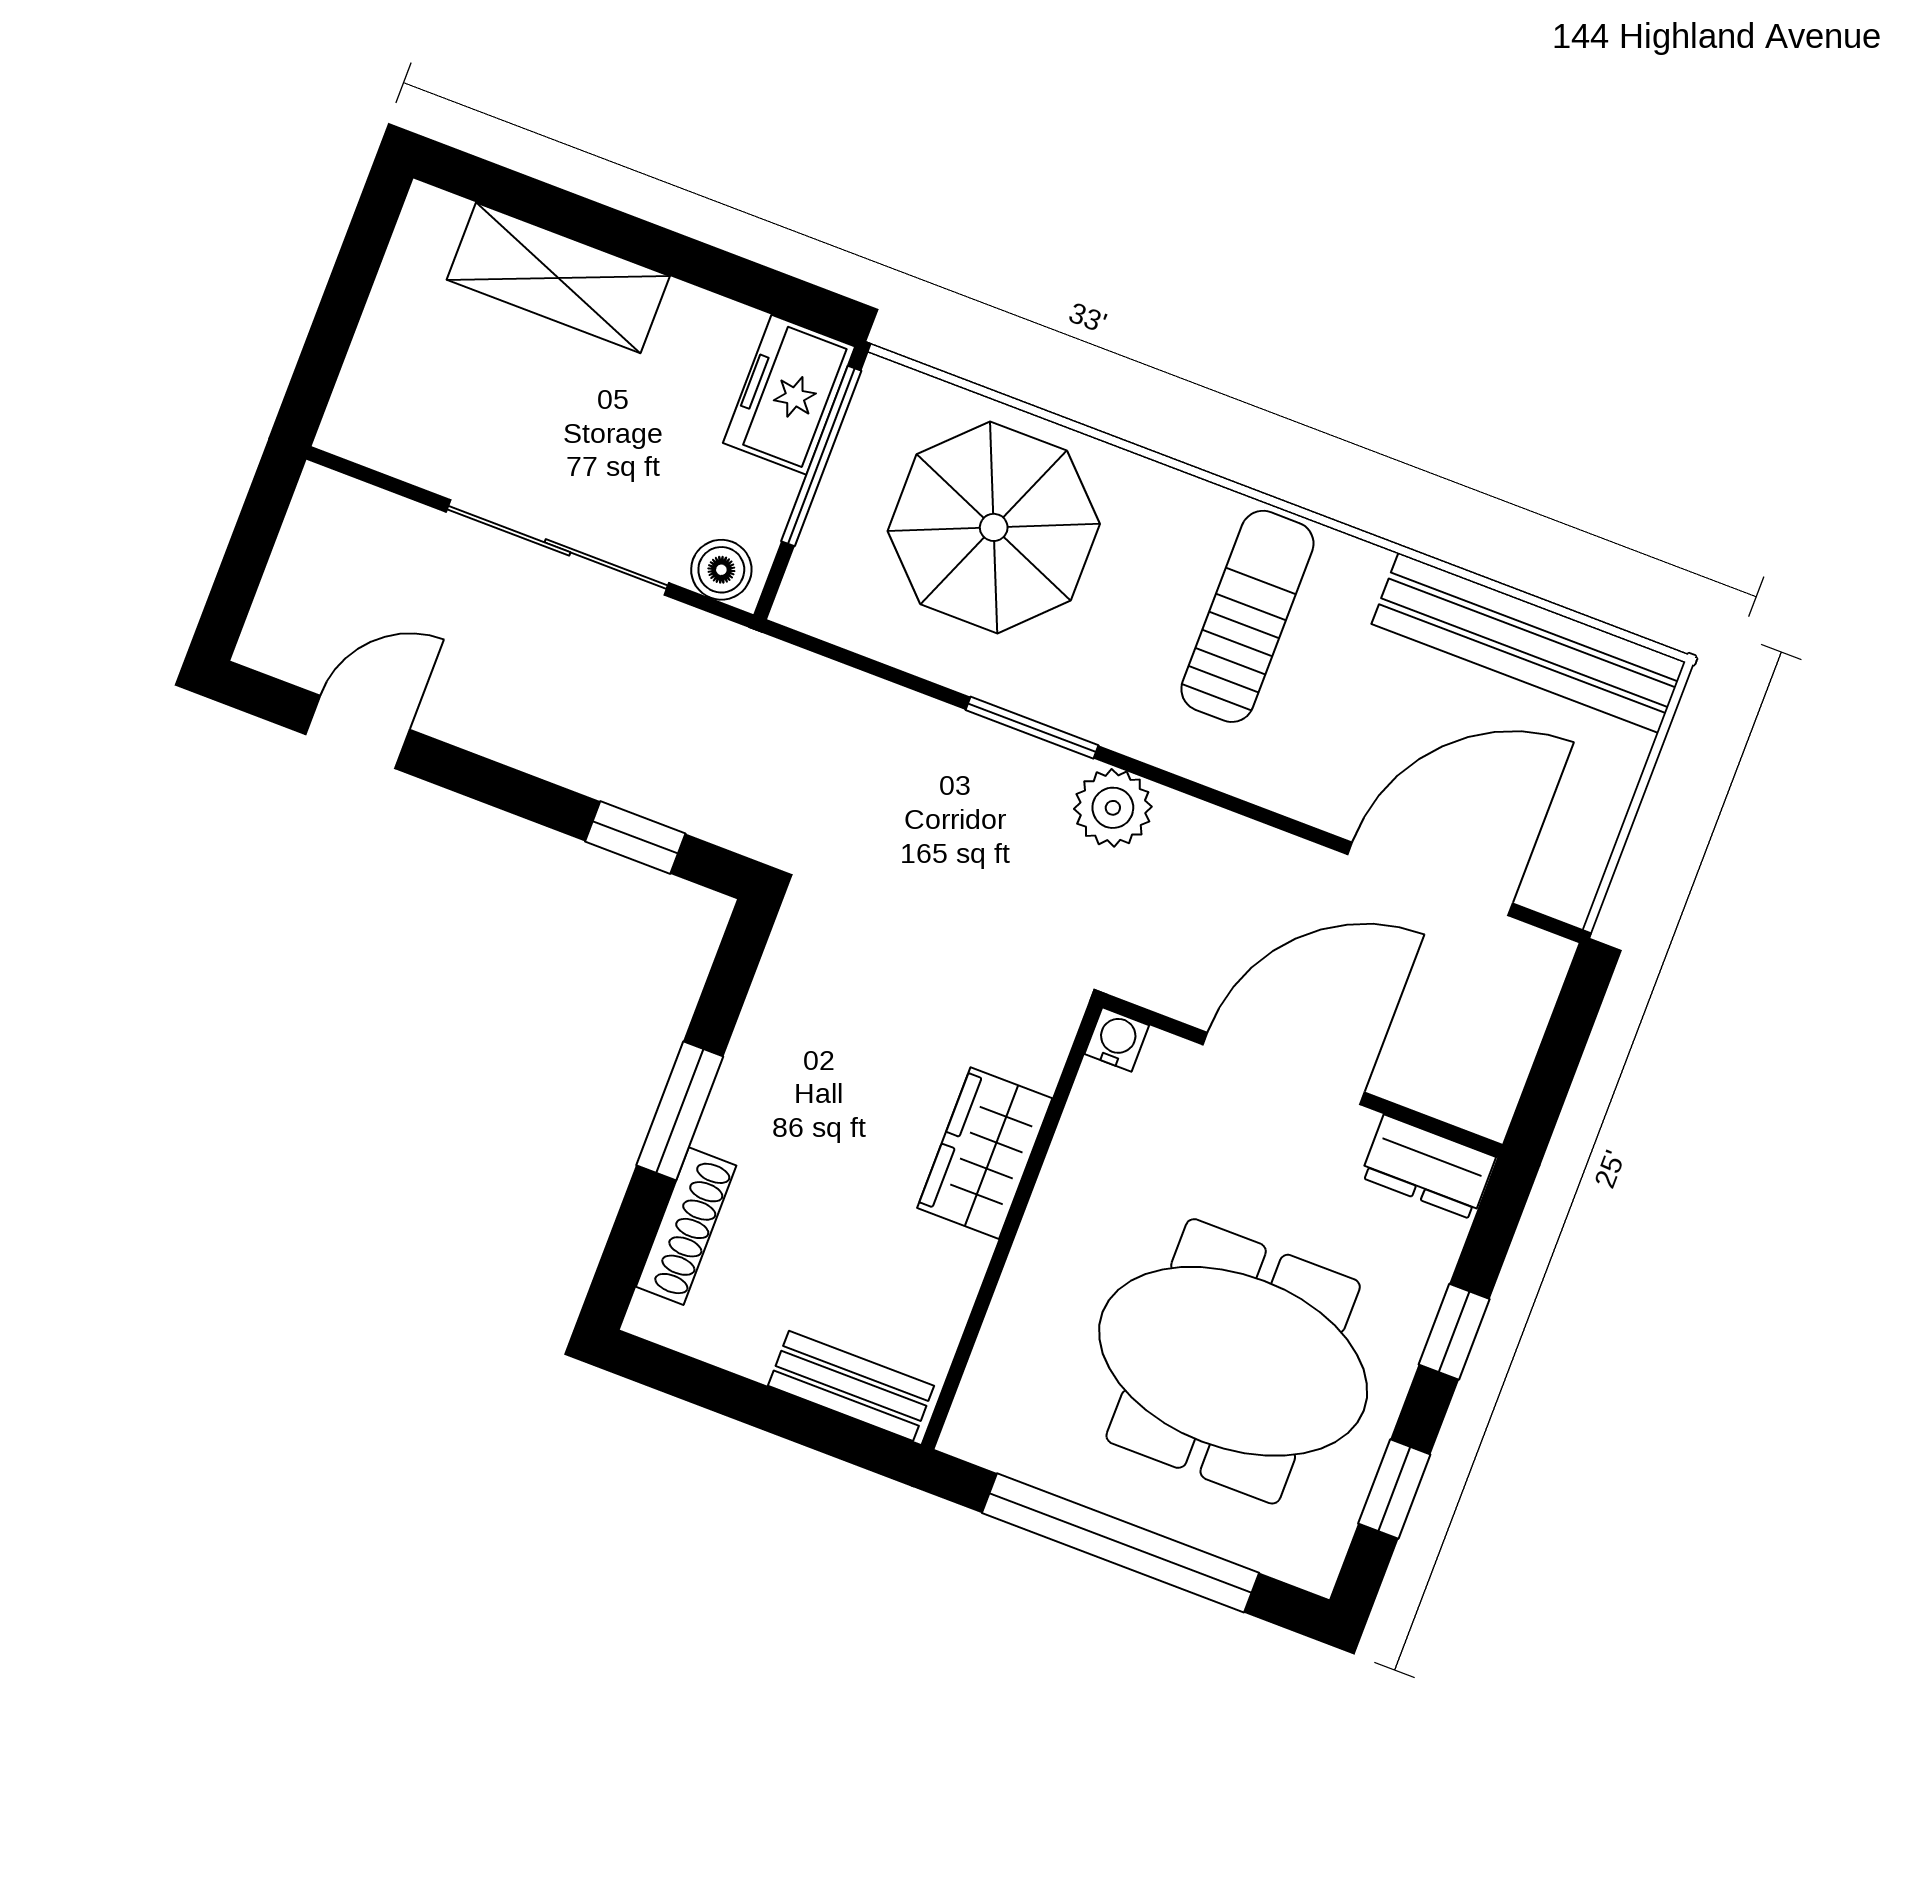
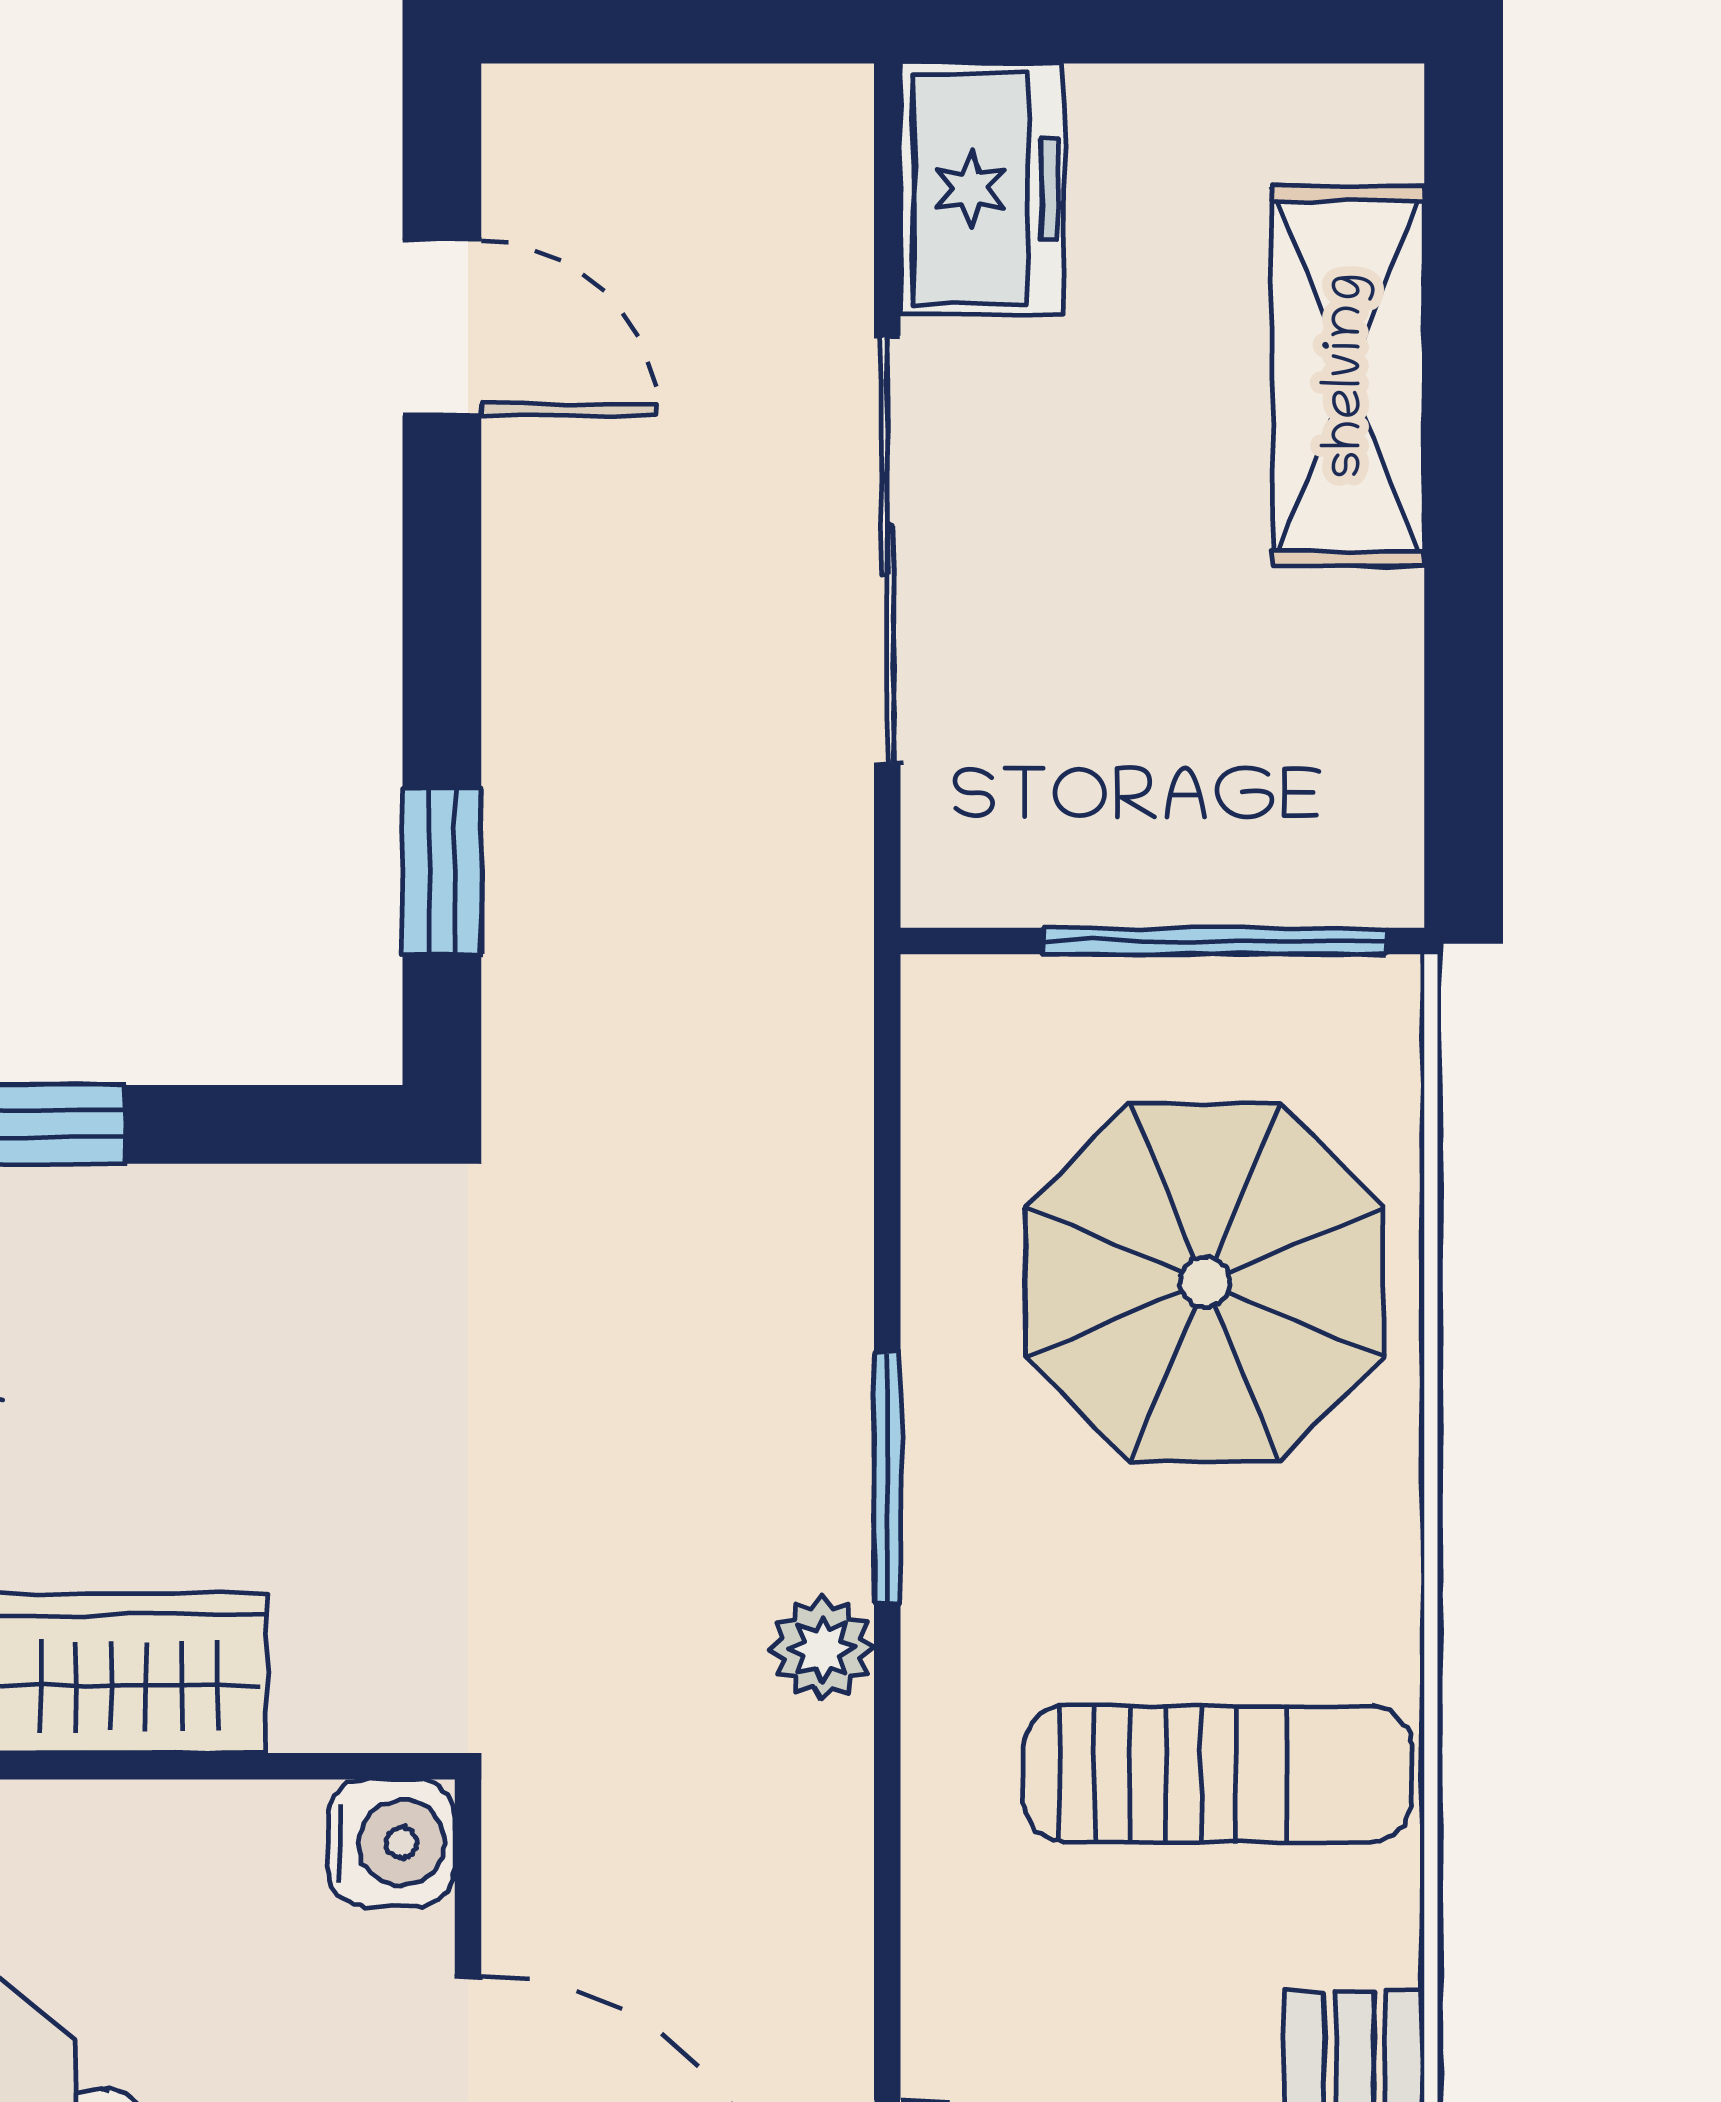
freezer: (789, 395) -> (982, 189), moved, turned 90
boiler: (721, 570) -> (955, 844), removed
plant: (1113, 808) -> (822, 1649), width x0.73, depth x0.73
water cooler: (1117, 1040) -> (392, 1843), width x1.38, depth x1.38

